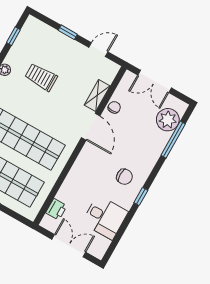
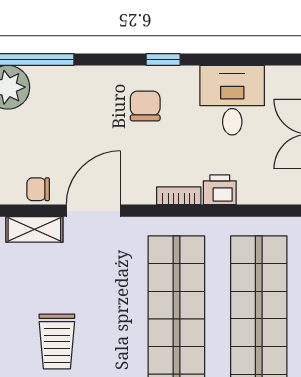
bookcase: (75, 169) -> (179, 196), added
printer: (56, 209) -> (220, 190), moved

